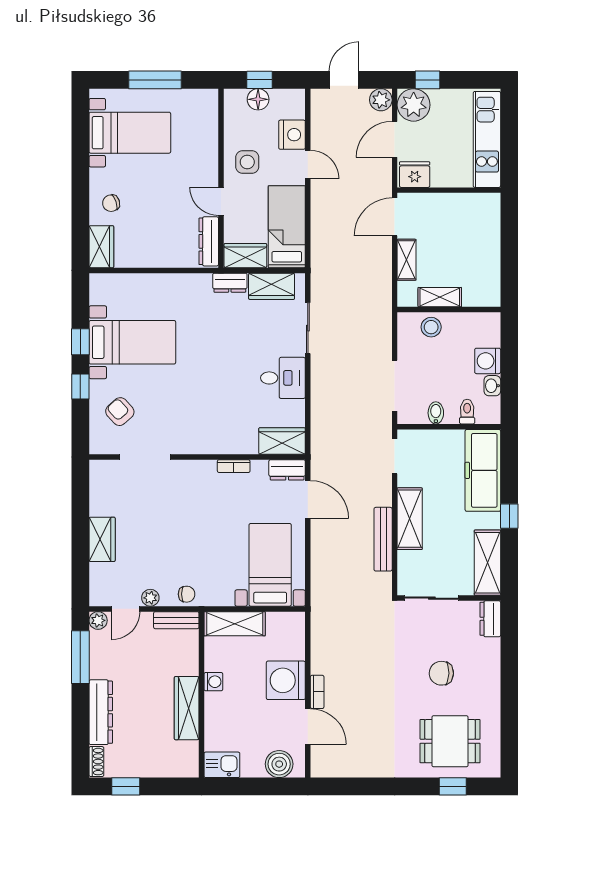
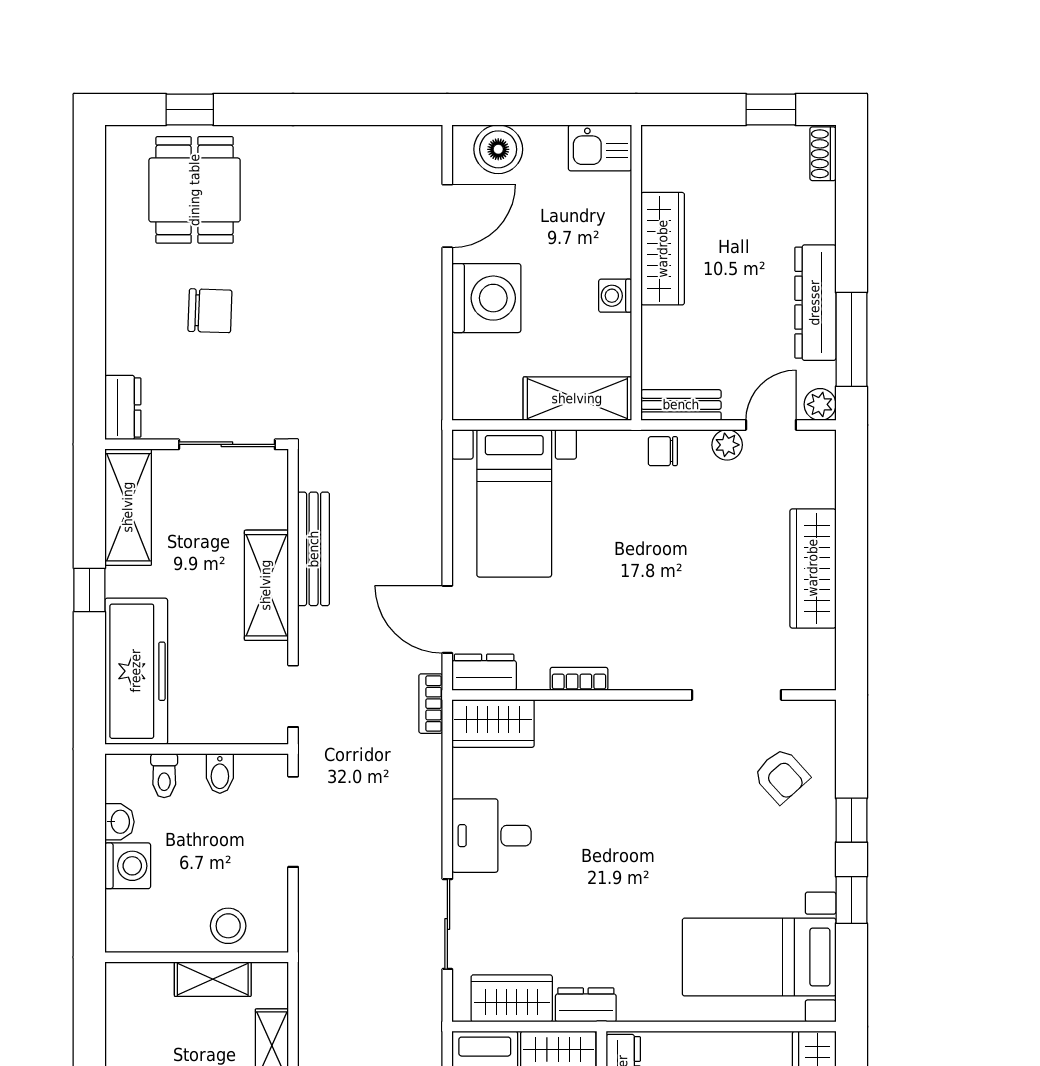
bed with nightstands: (132, 342) -> (759, 957), moved
wardrobe: (102, 539) -> (813, 568), width x1.50
bookcase: (317, 692) -> (431, 704), moved
dresser: (101, 712) -> (815, 303), moved
door: (308, 727) -> (447, 216), swing flipped
dining table: (450, 741) -> (195, 190), turned 90

